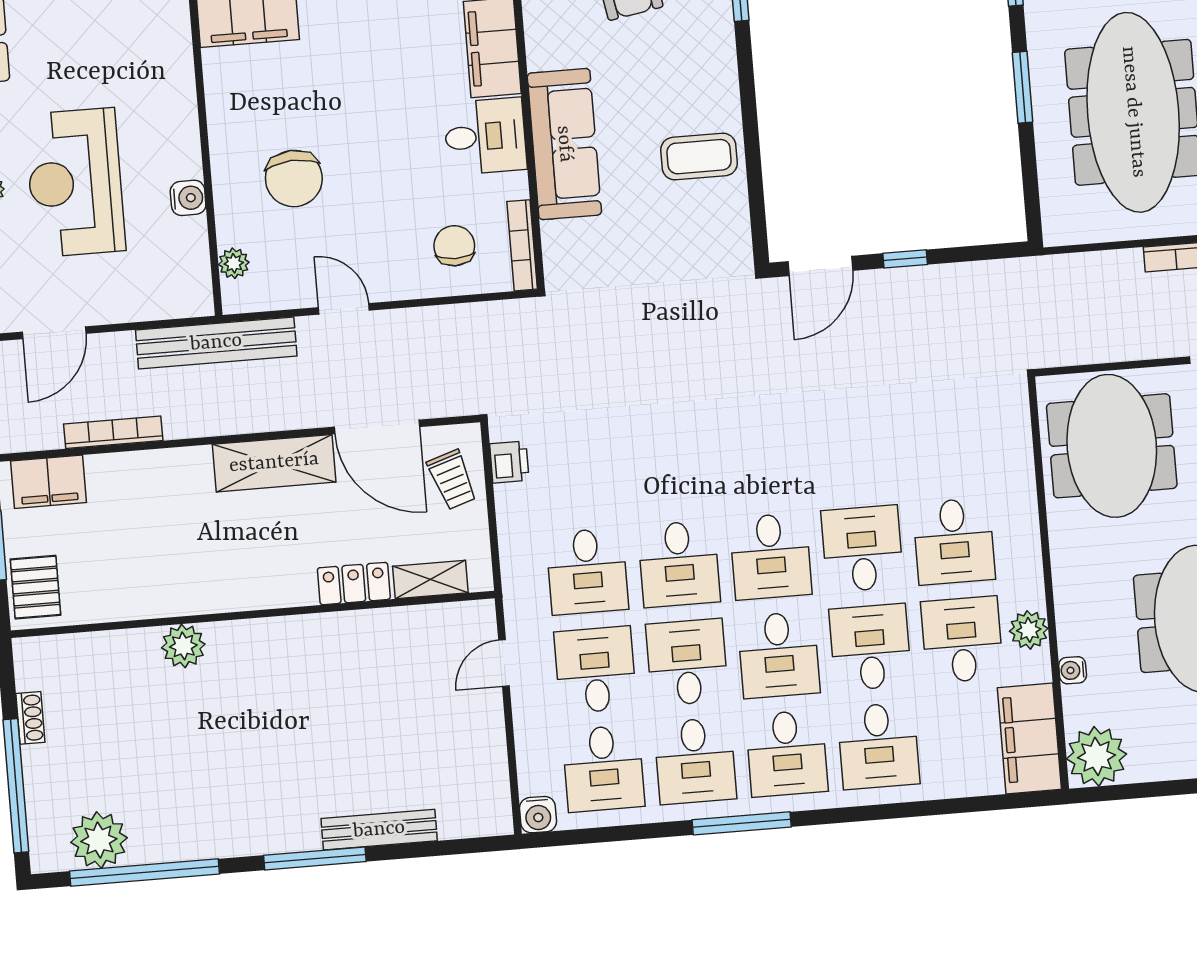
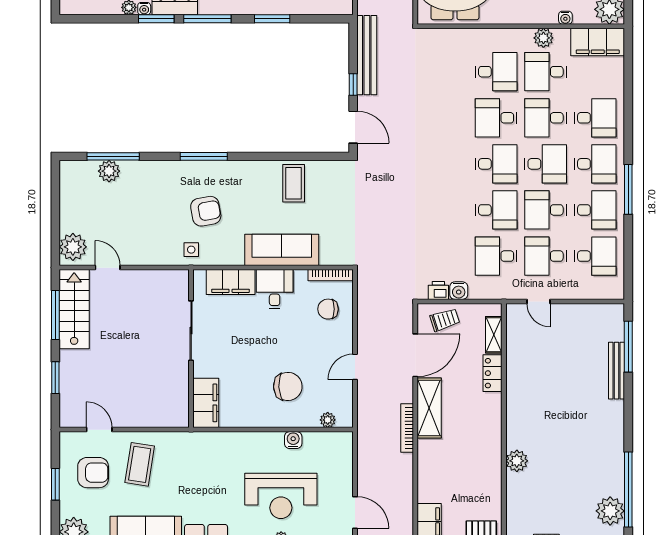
bench: (216, 343) -> (367, 55), moved
bookcase: (113, 432) -> (407, 428), moved
desk: (587, 571) -> (496, 256), turned 180
water cooler: (538, 815) -> (459, 291), moved, turned 90
window: (315, 858) -> (628, 347), moved

